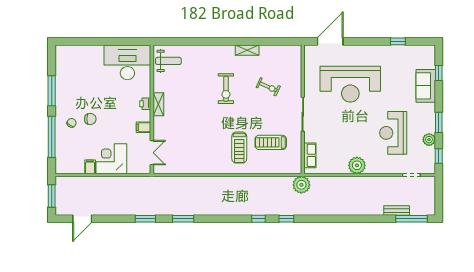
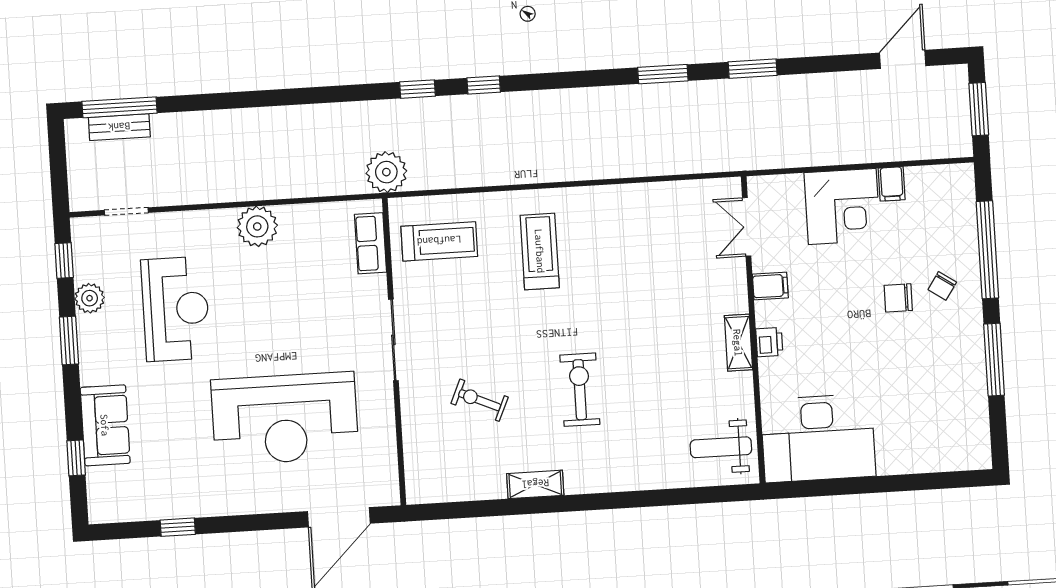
reception desk: (350, 84) -> (285, 419), turned 180
treadmill: (271, 142) -> (439, 241), moved
bench: (397, 210) -> (119, 127), moved

